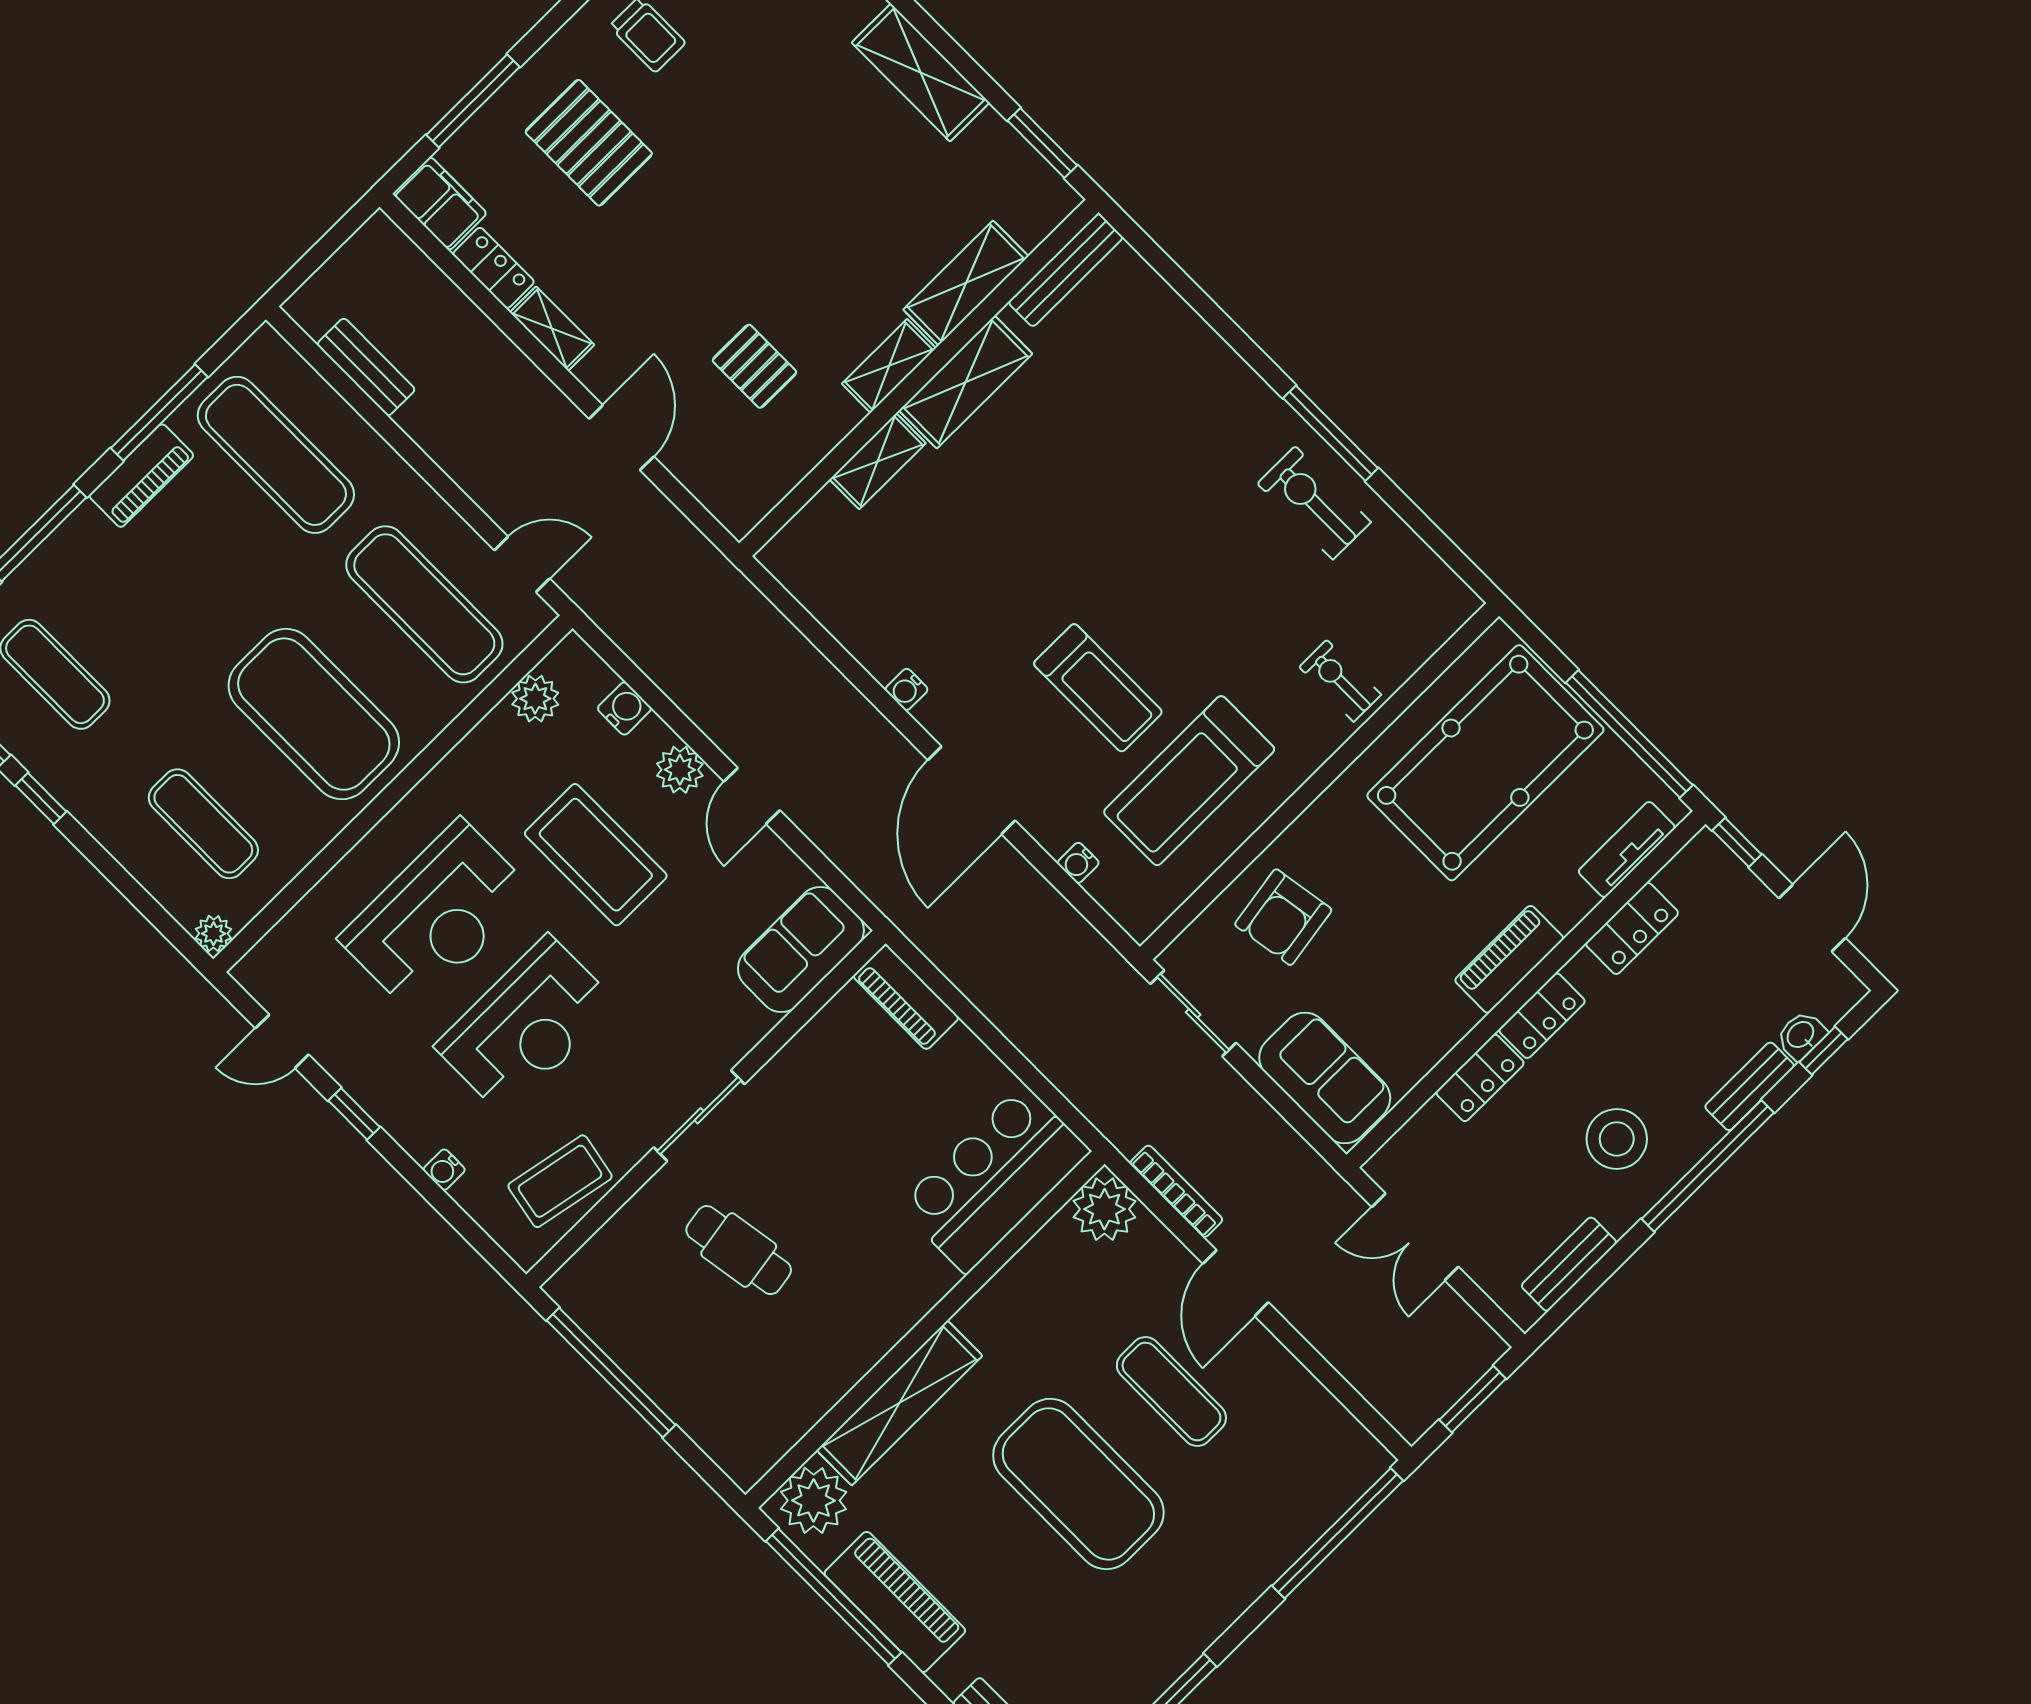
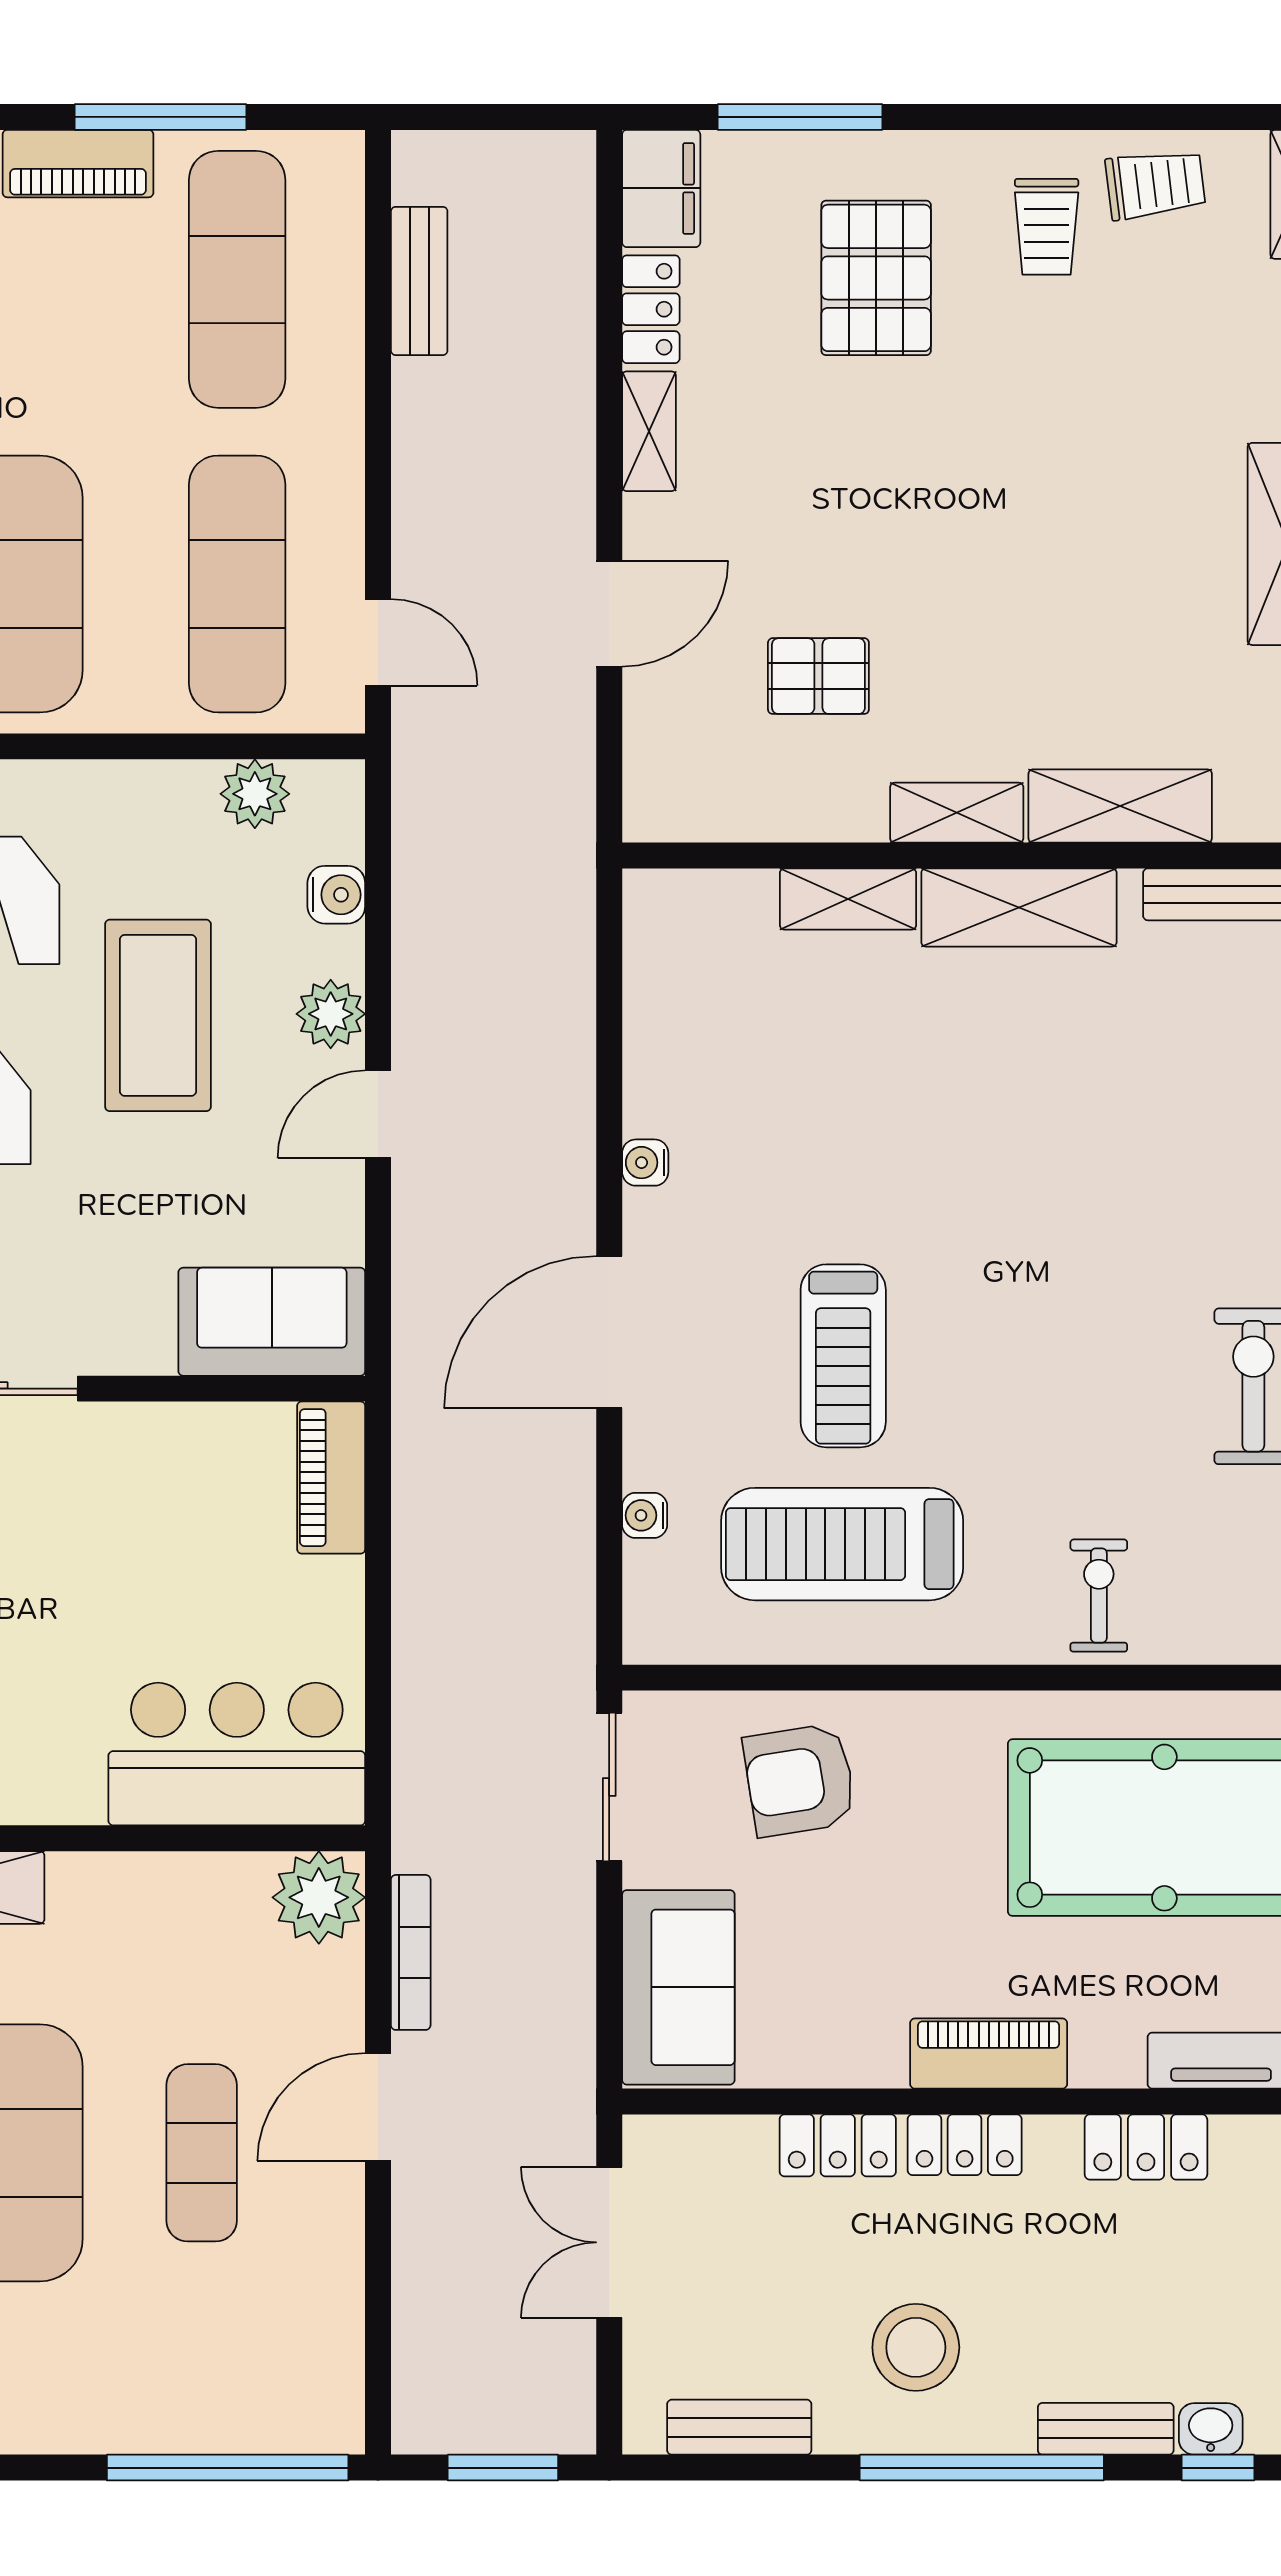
pallet: (754, 366) -> (818, 676), turned 90

